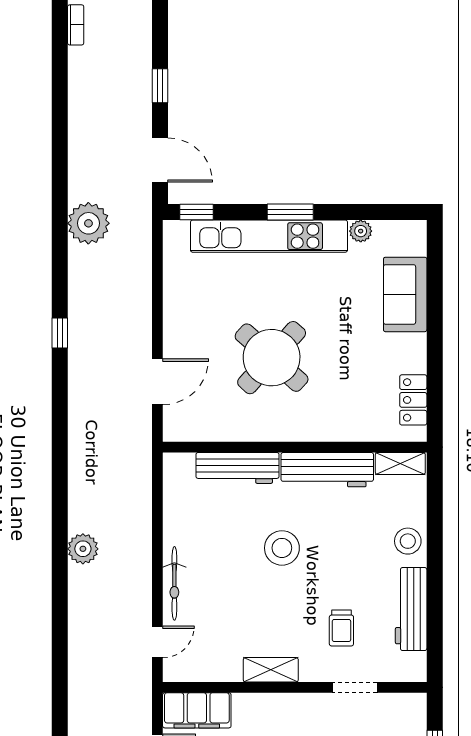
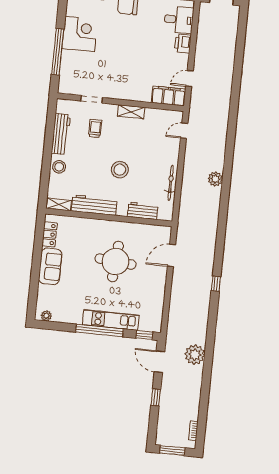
window: (290, 212) -> (99, 330), width x2.11
plant: (88, 223) -> (195, 355), moved
plant: (361, 231) -> (46, 316), moved
kitchen unit: (269, 236) -> (111, 320), width x0.73
sofa: (405, 294) -> (50, 266), moved
round table: (272, 358) -> (116, 261), turned -37
workbench: (238, 468) -> (143, 211), width x0.73
bicycle: (174, 583) -> (171, 183), moved

